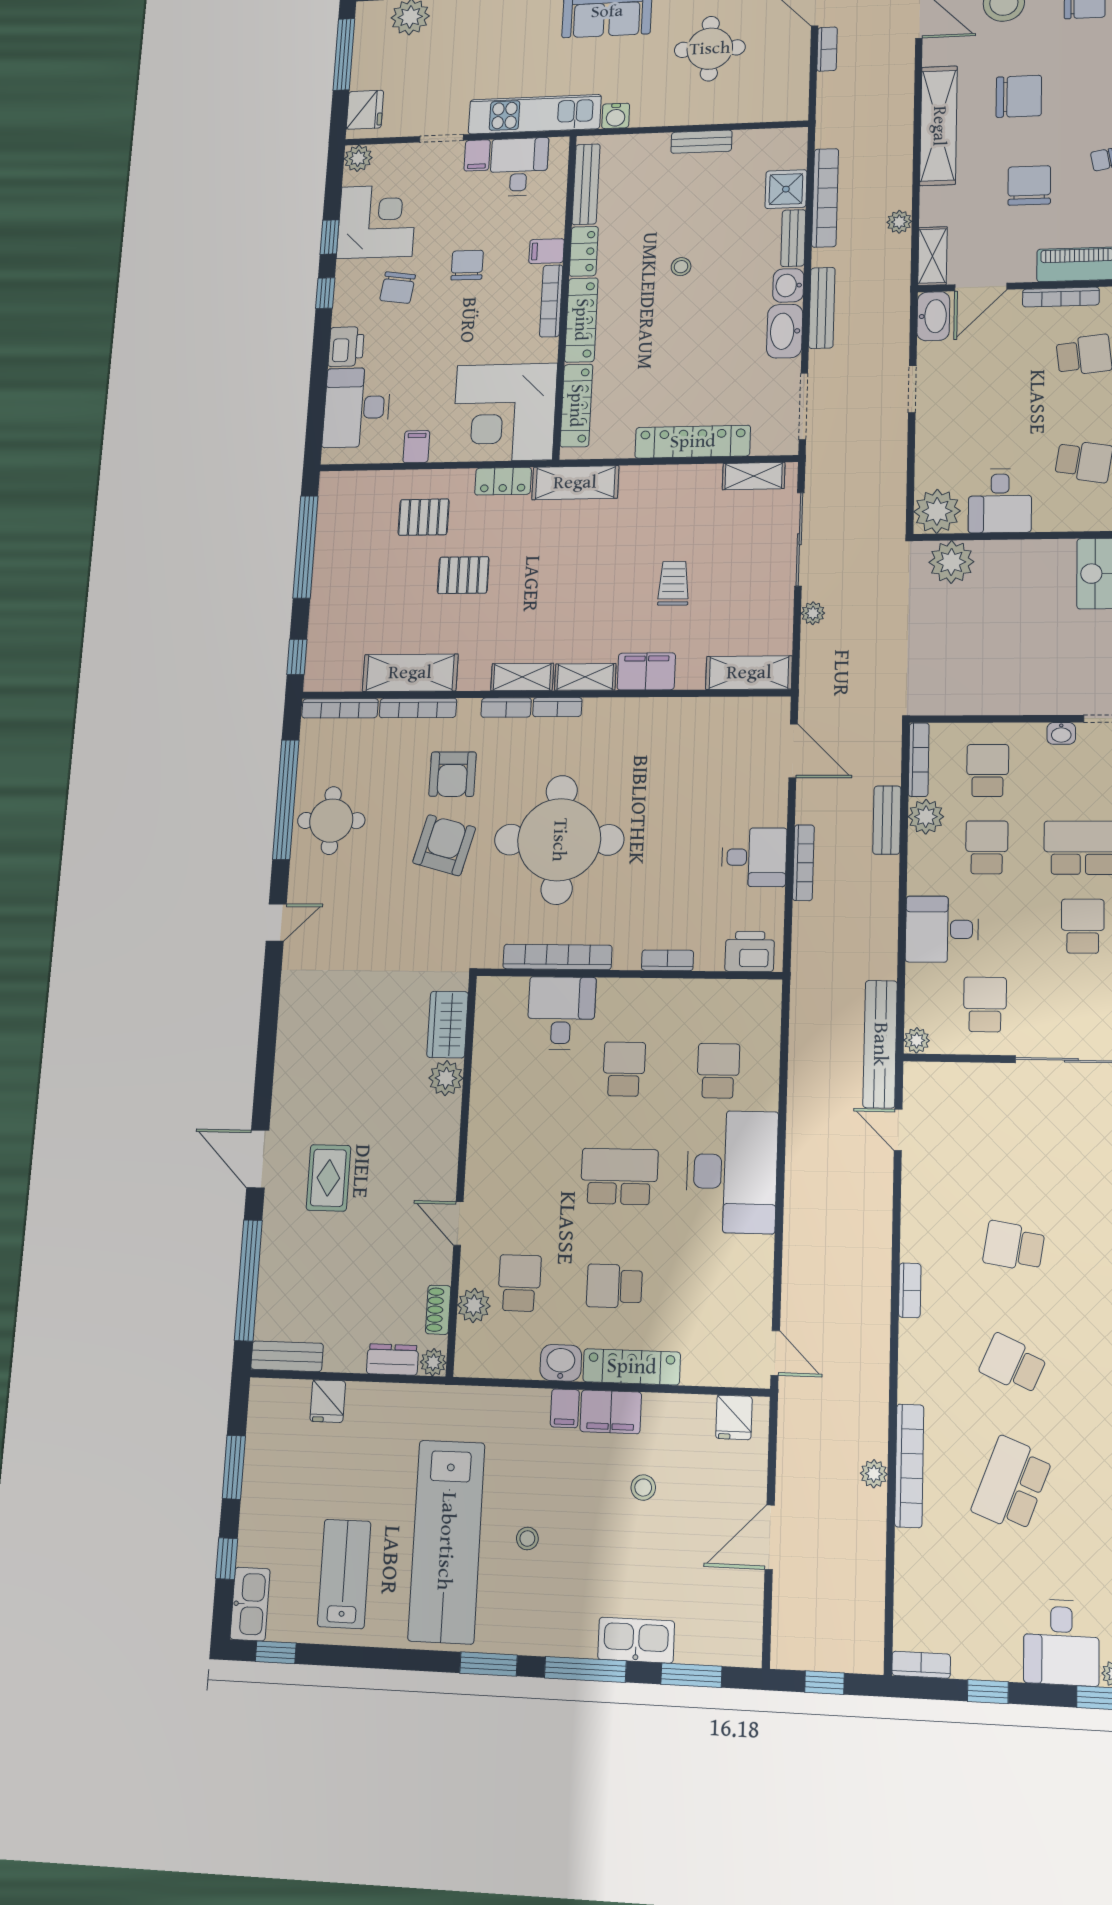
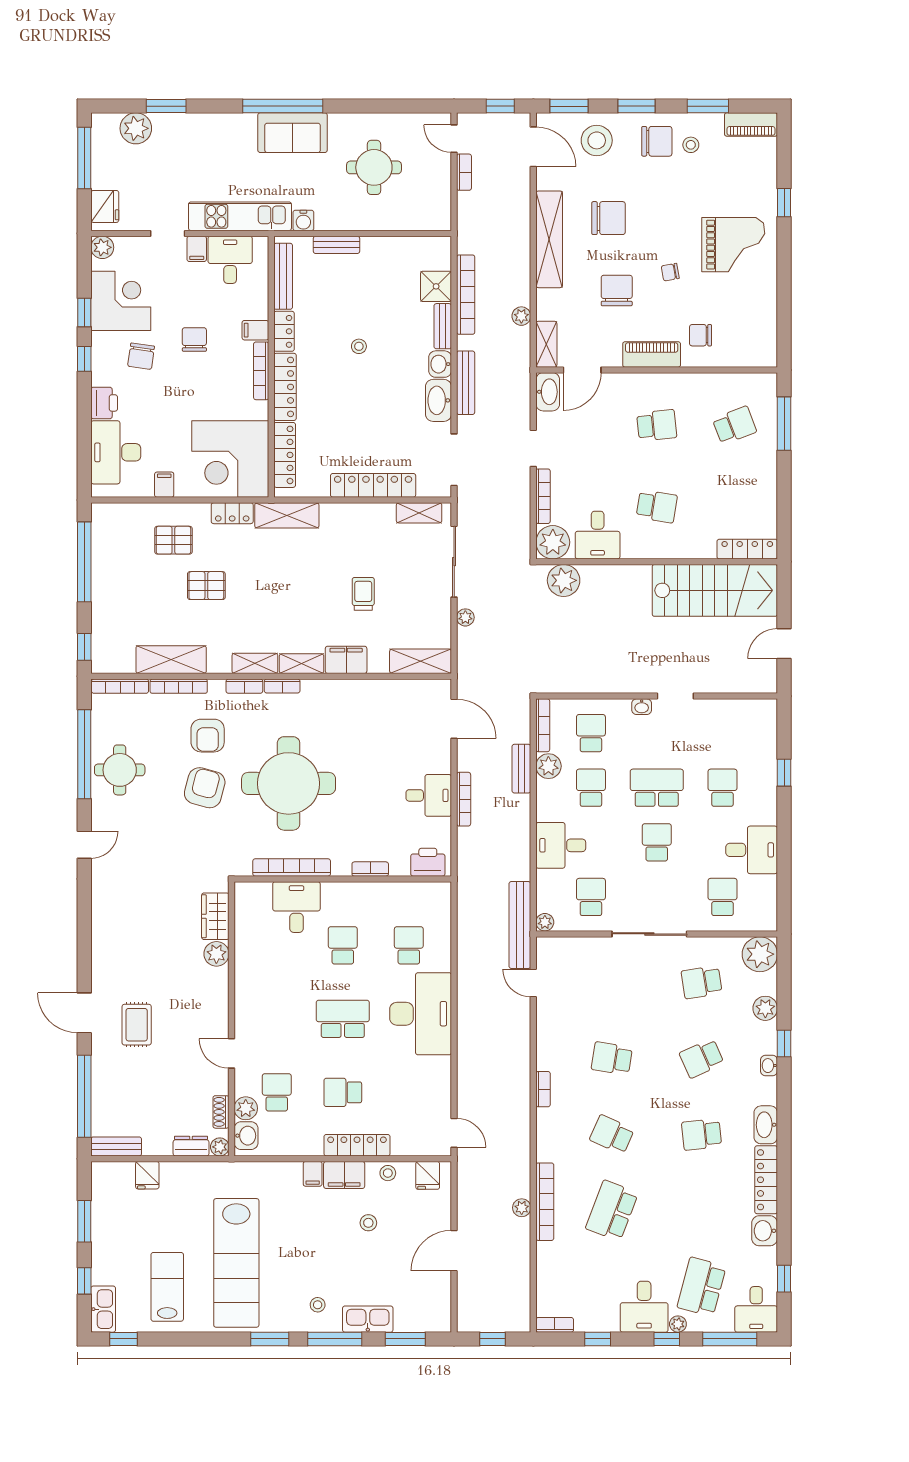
bench: (701, 142) -> (336, 245), moved
bookcase: (1061, 297) -> (543, 496), moved, turned -90
washbasin: (561, 1363) -> (246, 1136), moved, turned 90
stool: (675, 1411) -> (388, 1173), added
stool: (527, 1538) -> (318, 1305), moved

